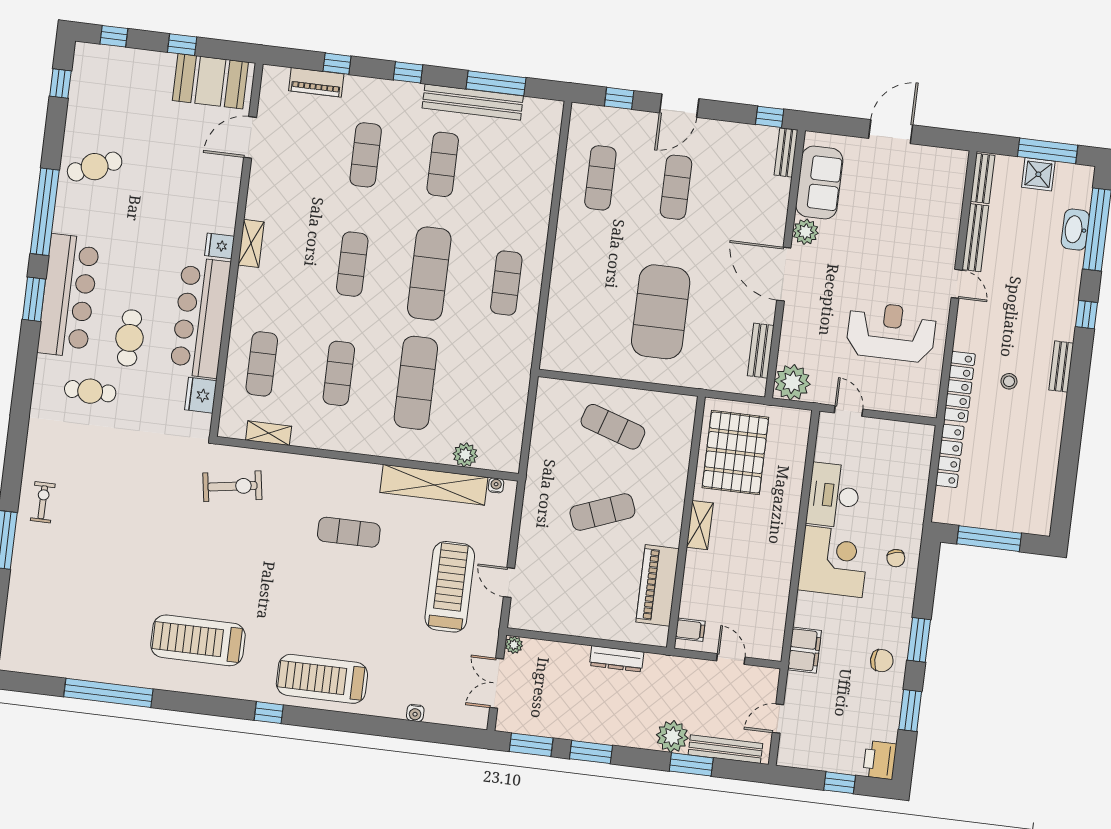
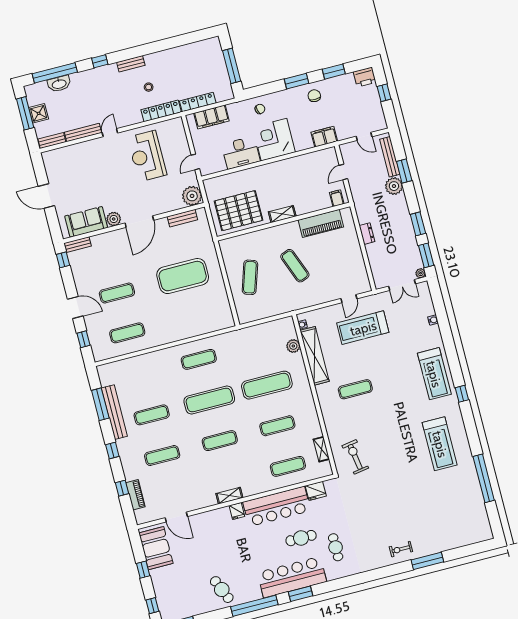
filing cabinet: (915, 469) -> (211, 117), added
exercise mat: (349, 532) -> (355, 389), turned 90
plant: (514, 645) -> (421, 273), moved
dresser: (617, 659) -> (367, 234), width x0.70

